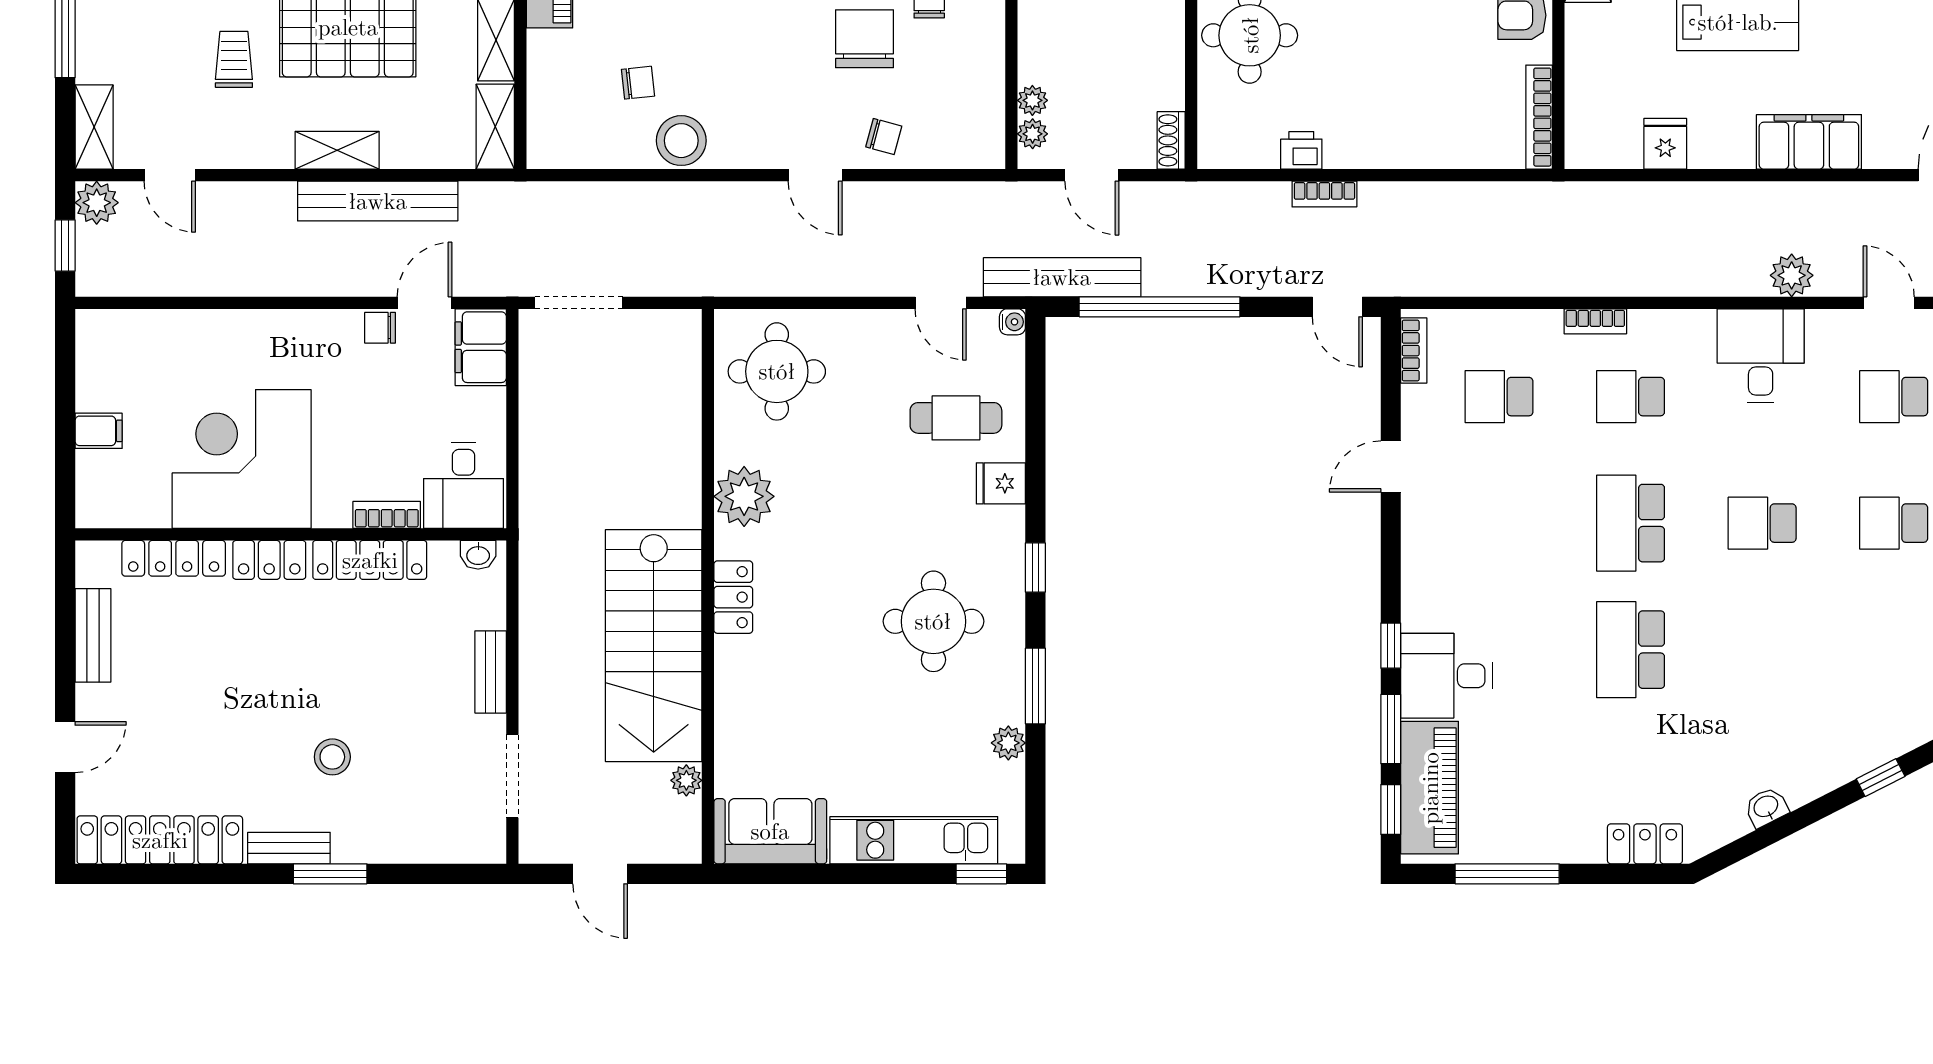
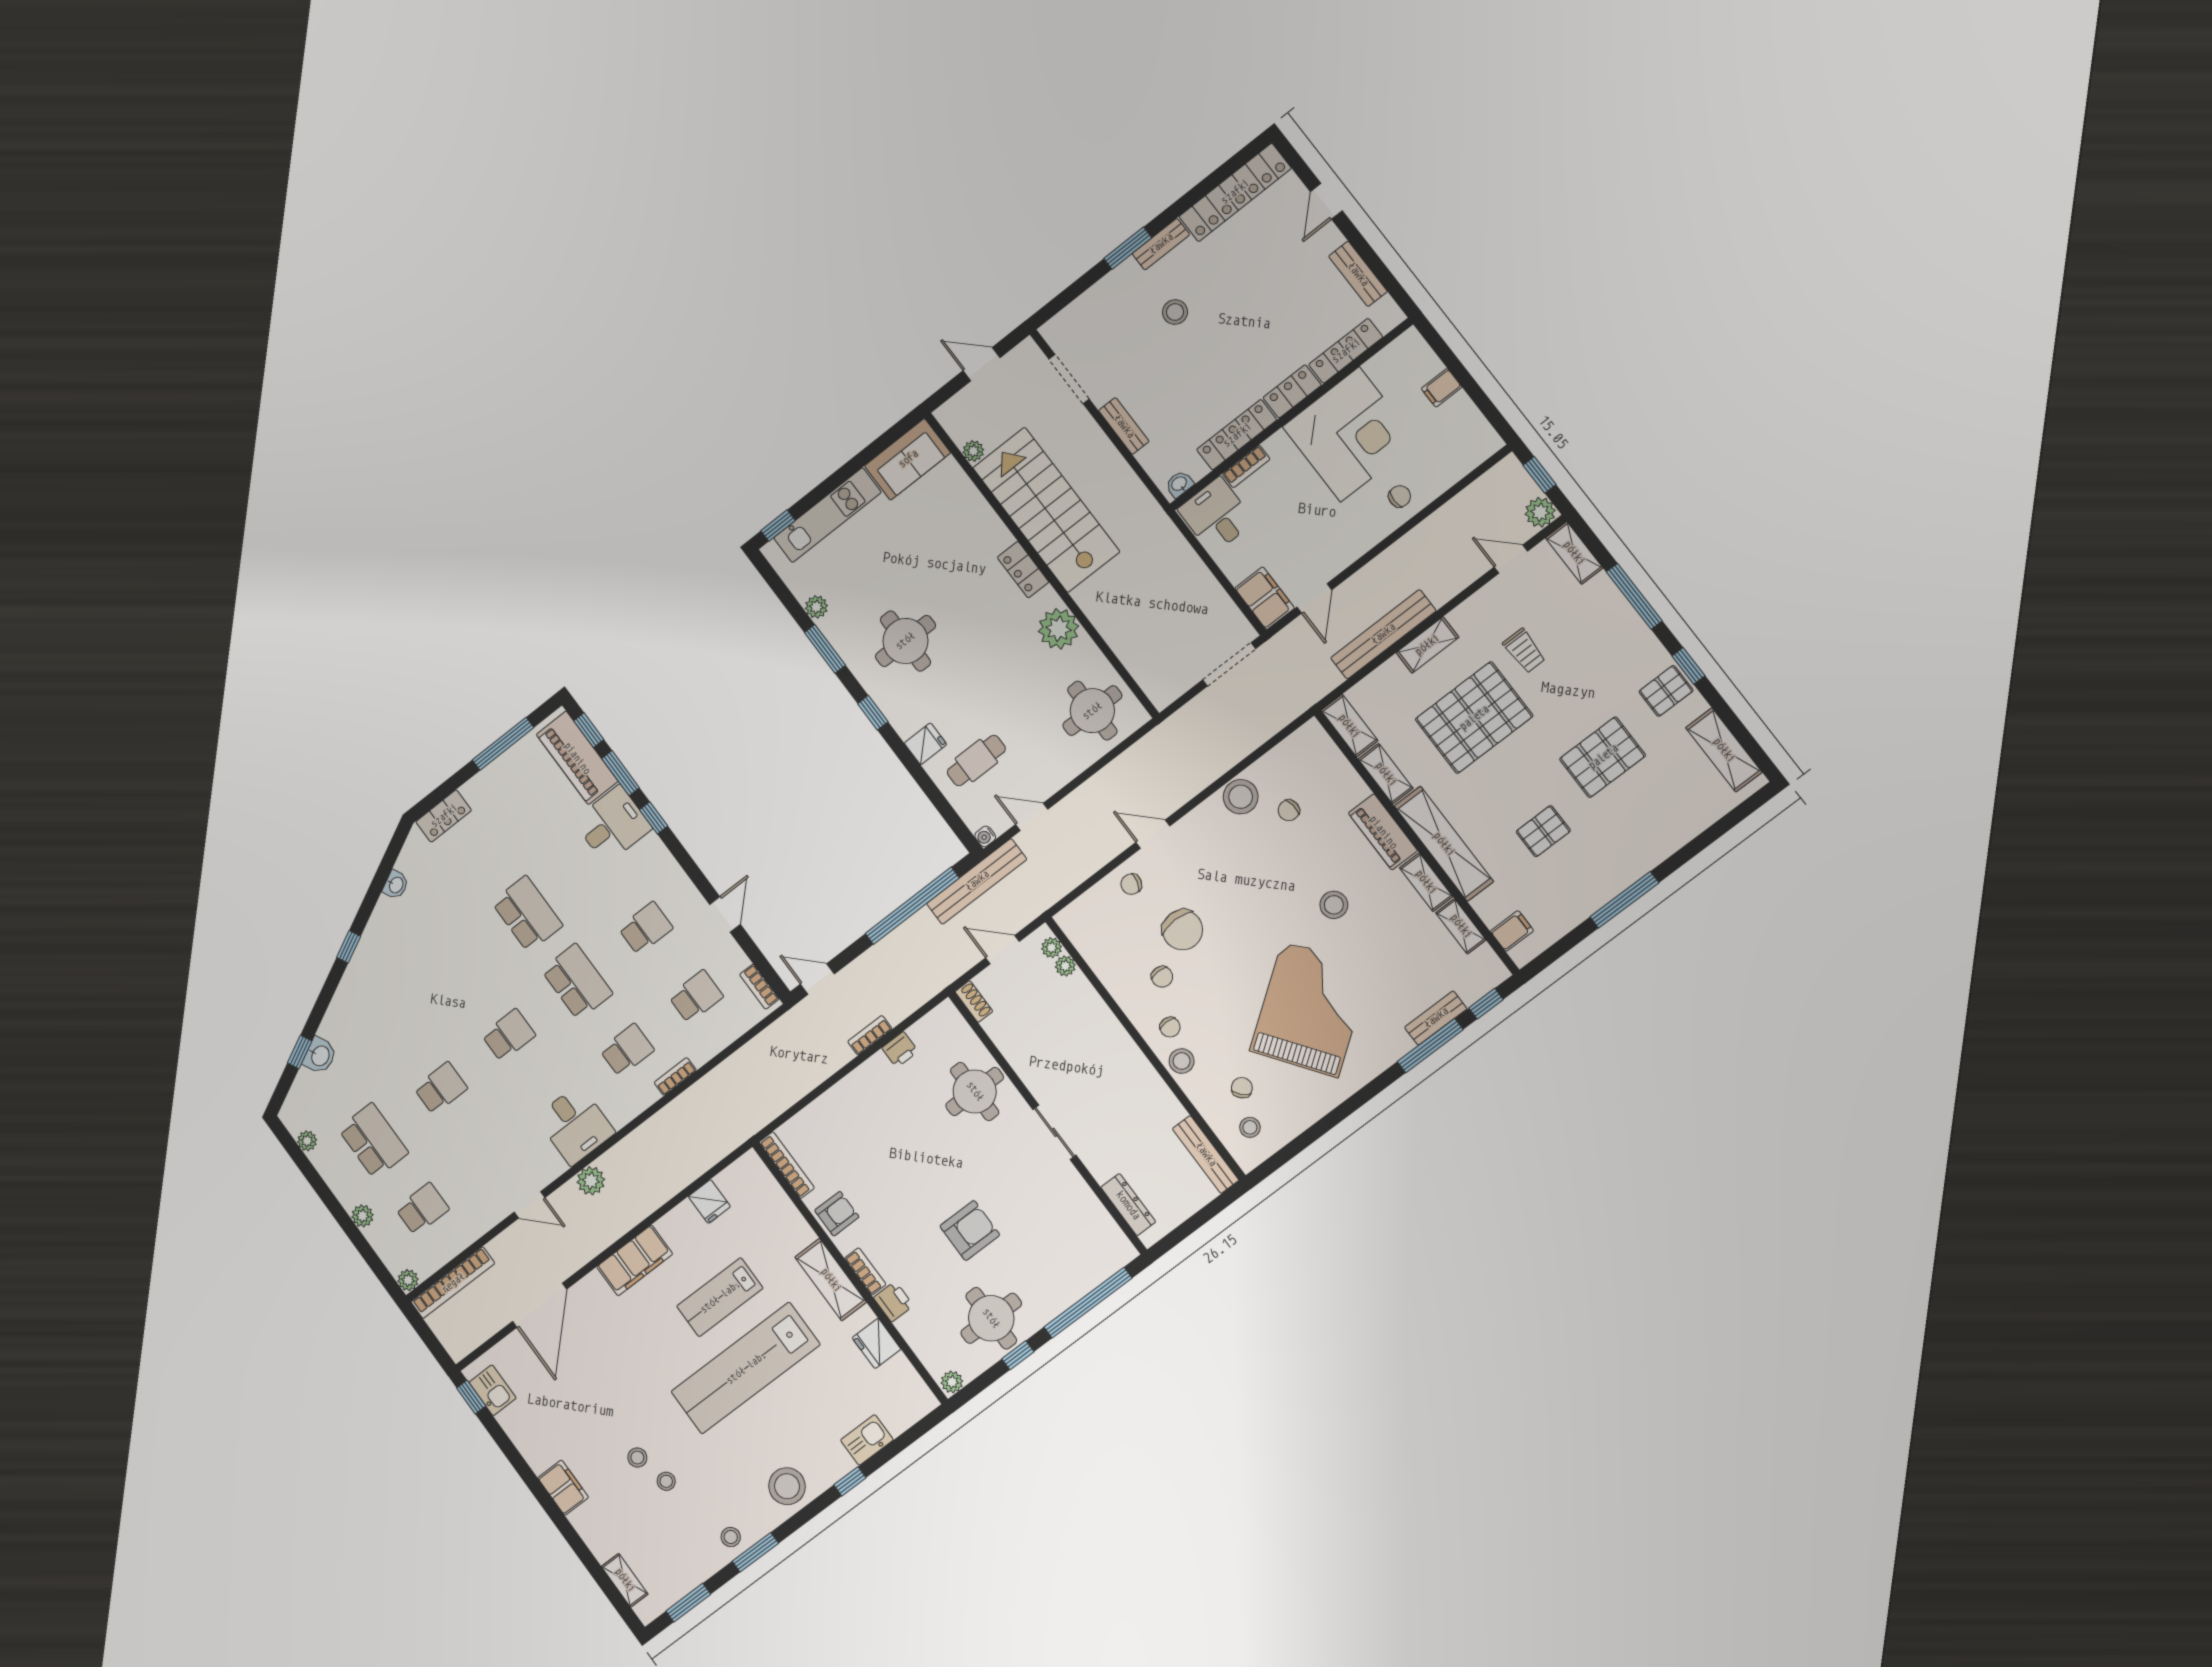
chair: (380, 328) -> (1400, 496), moved
school desk: (1894, 397) -> (646, 928), moved

